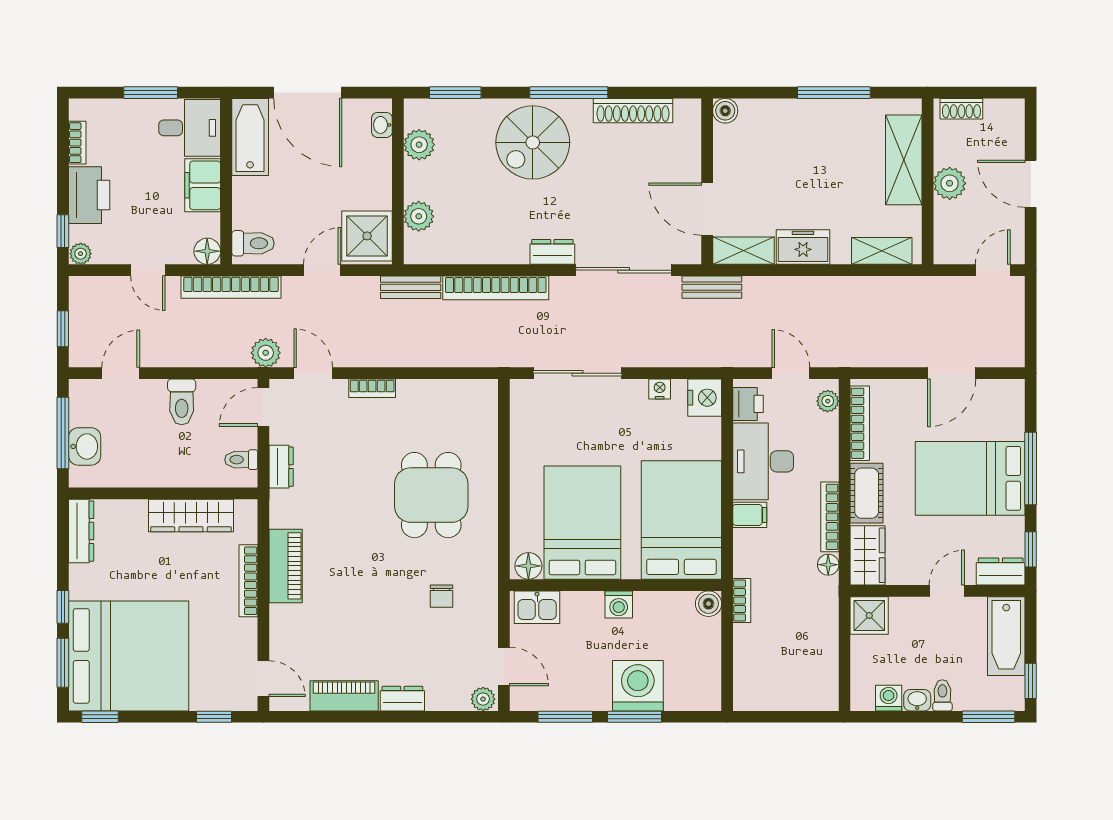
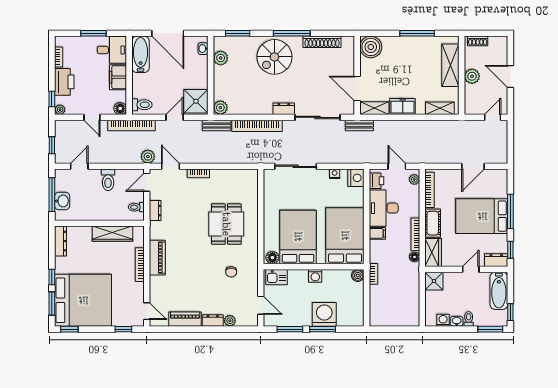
boiler: (725, 111) -> (371, 47), width x1.86, depth x1.86
plant: (419, 216) -> (220, 108), moved
plant: (483, 699) -> (230, 321), moved

